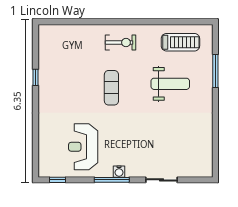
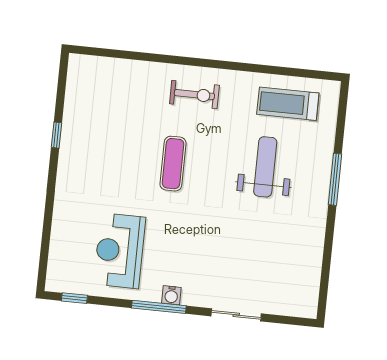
treadmill: (180, 42) -> (288, 104), turned 180
window: (215, 71) -> (335, 179), moved
weight bench: (170, 84) -> (265, 167), turned -90

